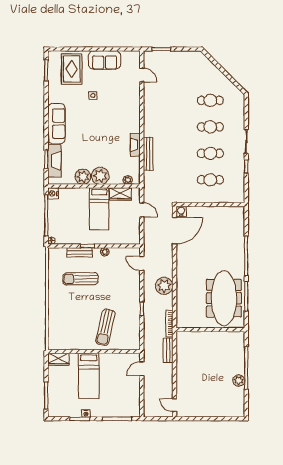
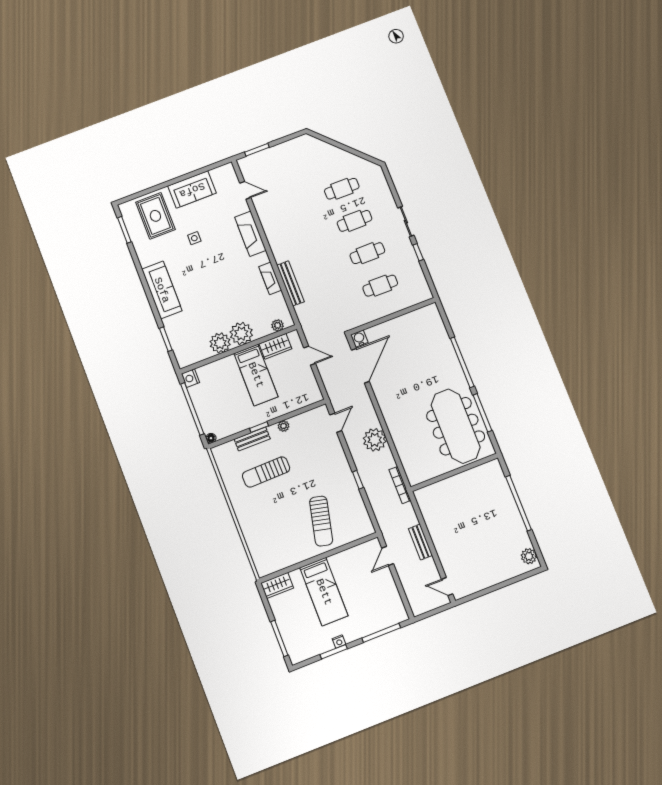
fireplace: (54, 161) -> (250, 234), moved, turned 180
door: (142, 264) -> (336, 423), swing flipped
bench: (168, 350) -> (420, 542), moved
plant: (239, 381) -> (529, 556), moved

